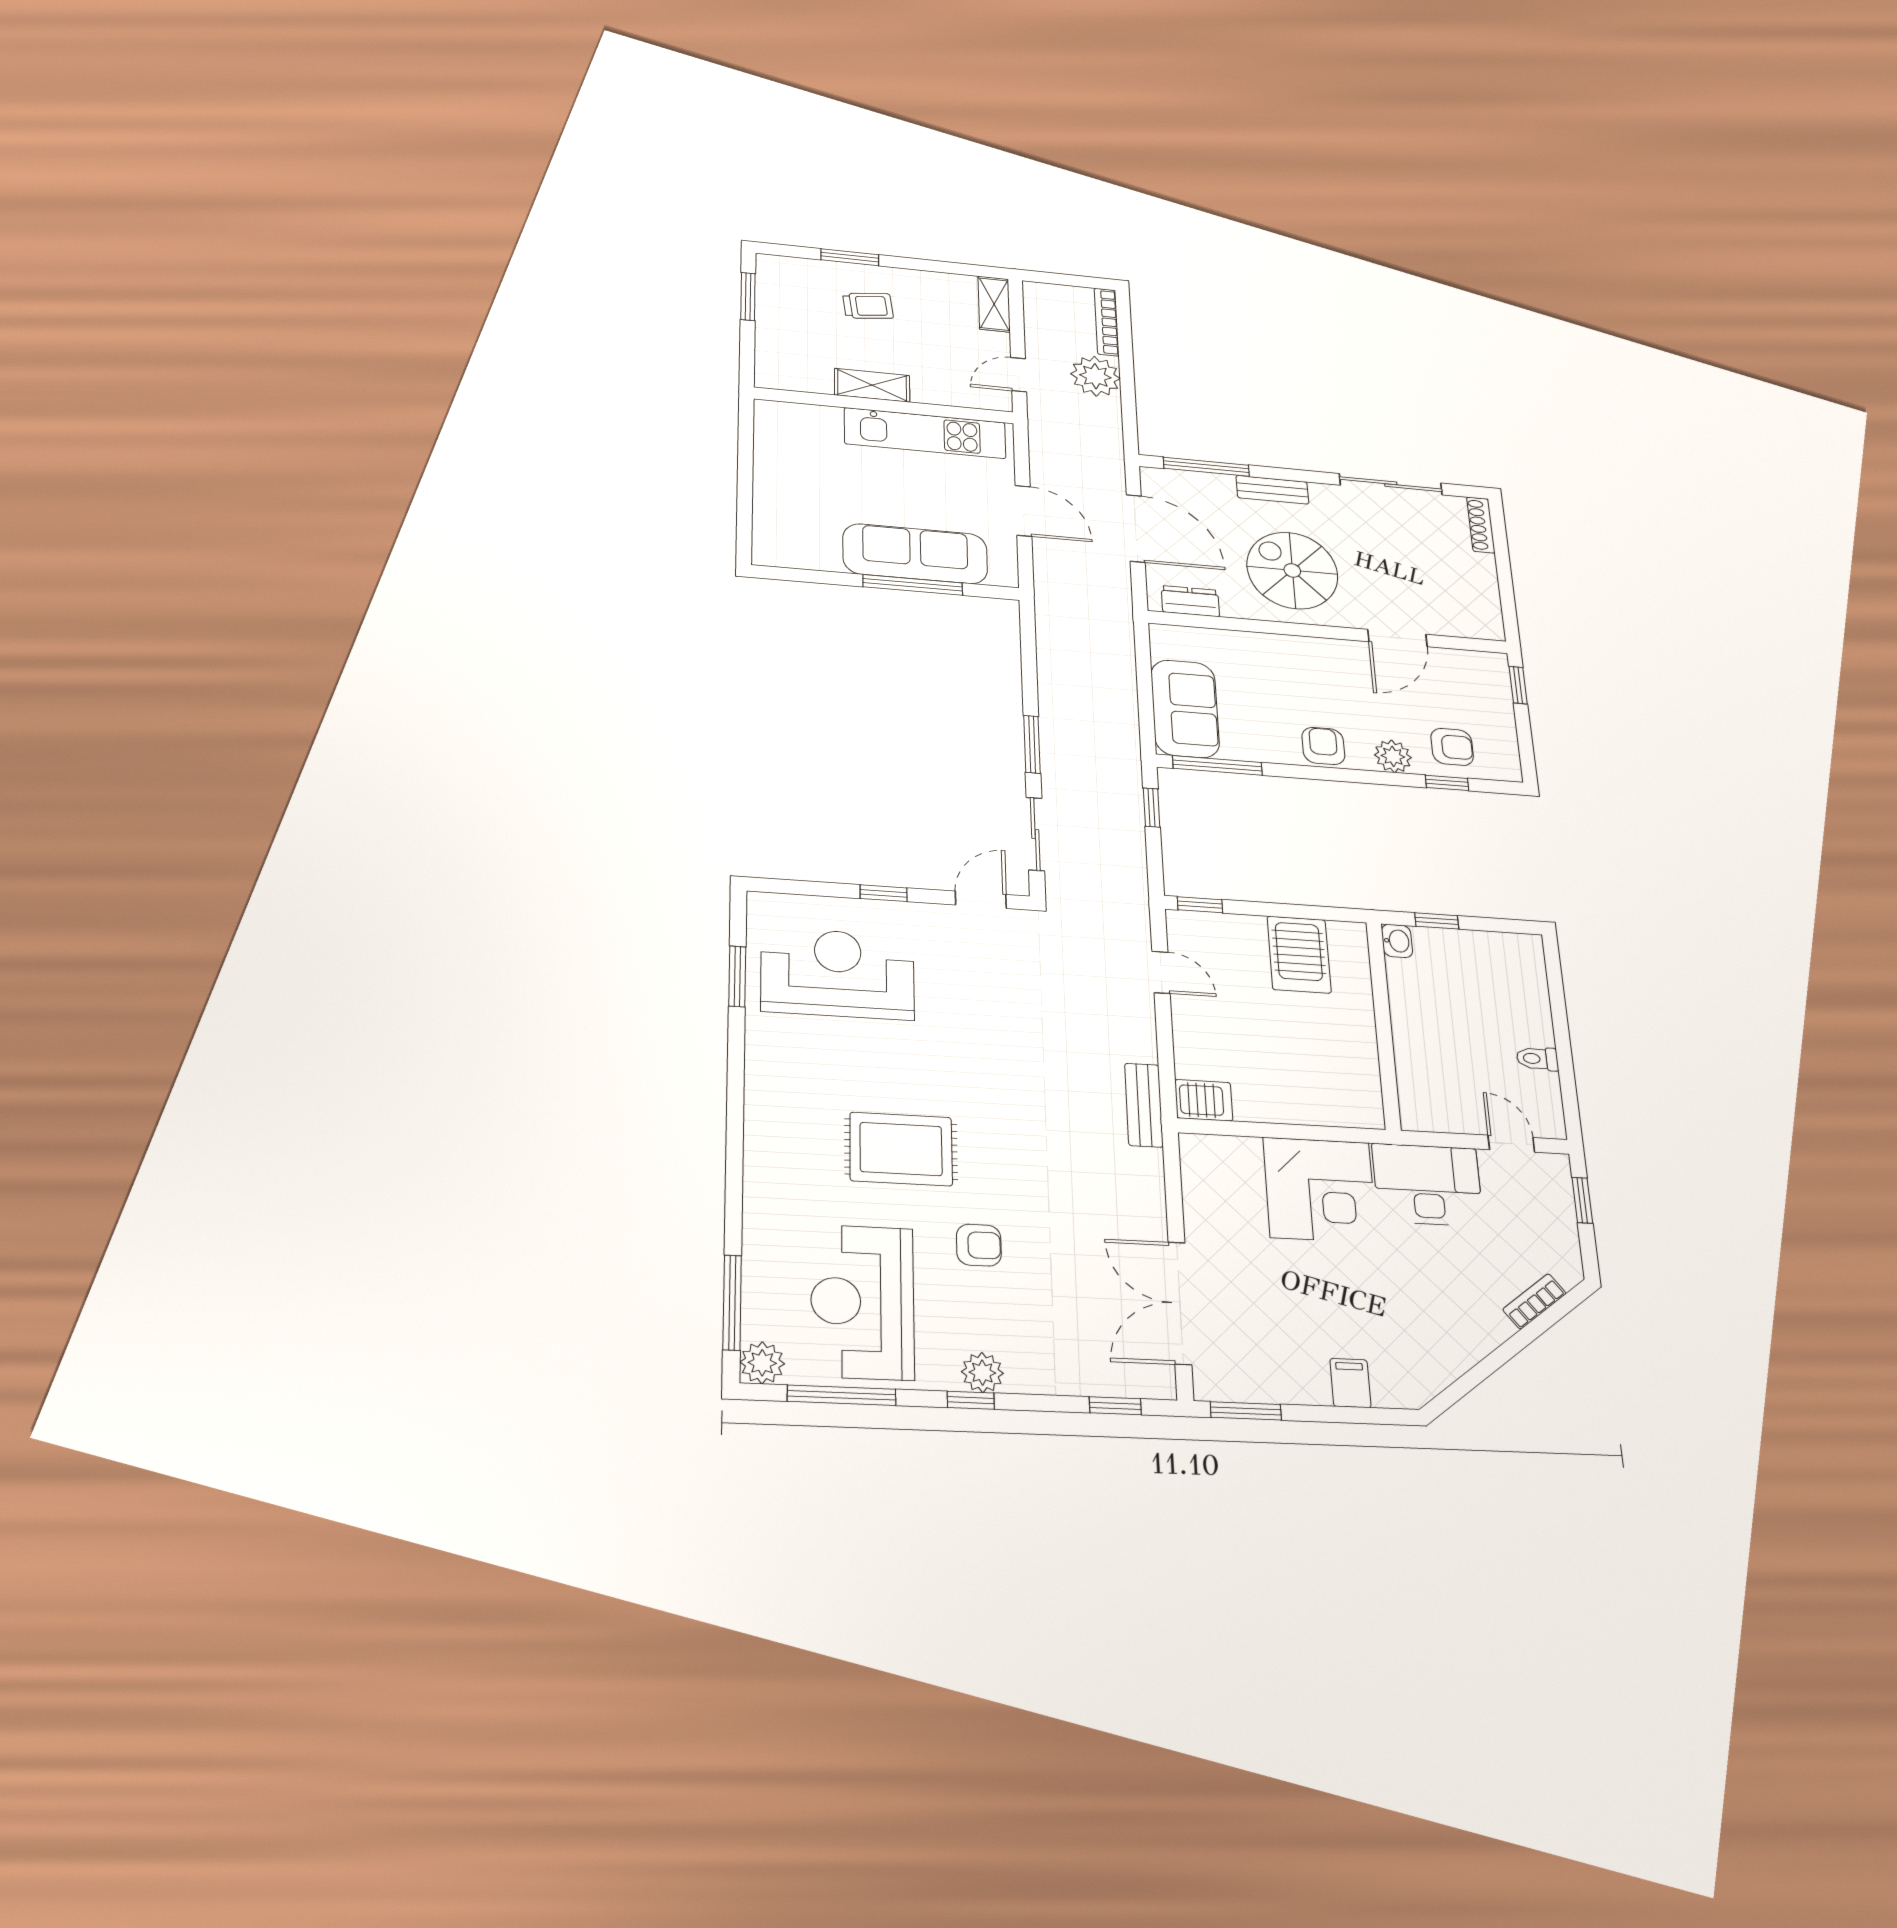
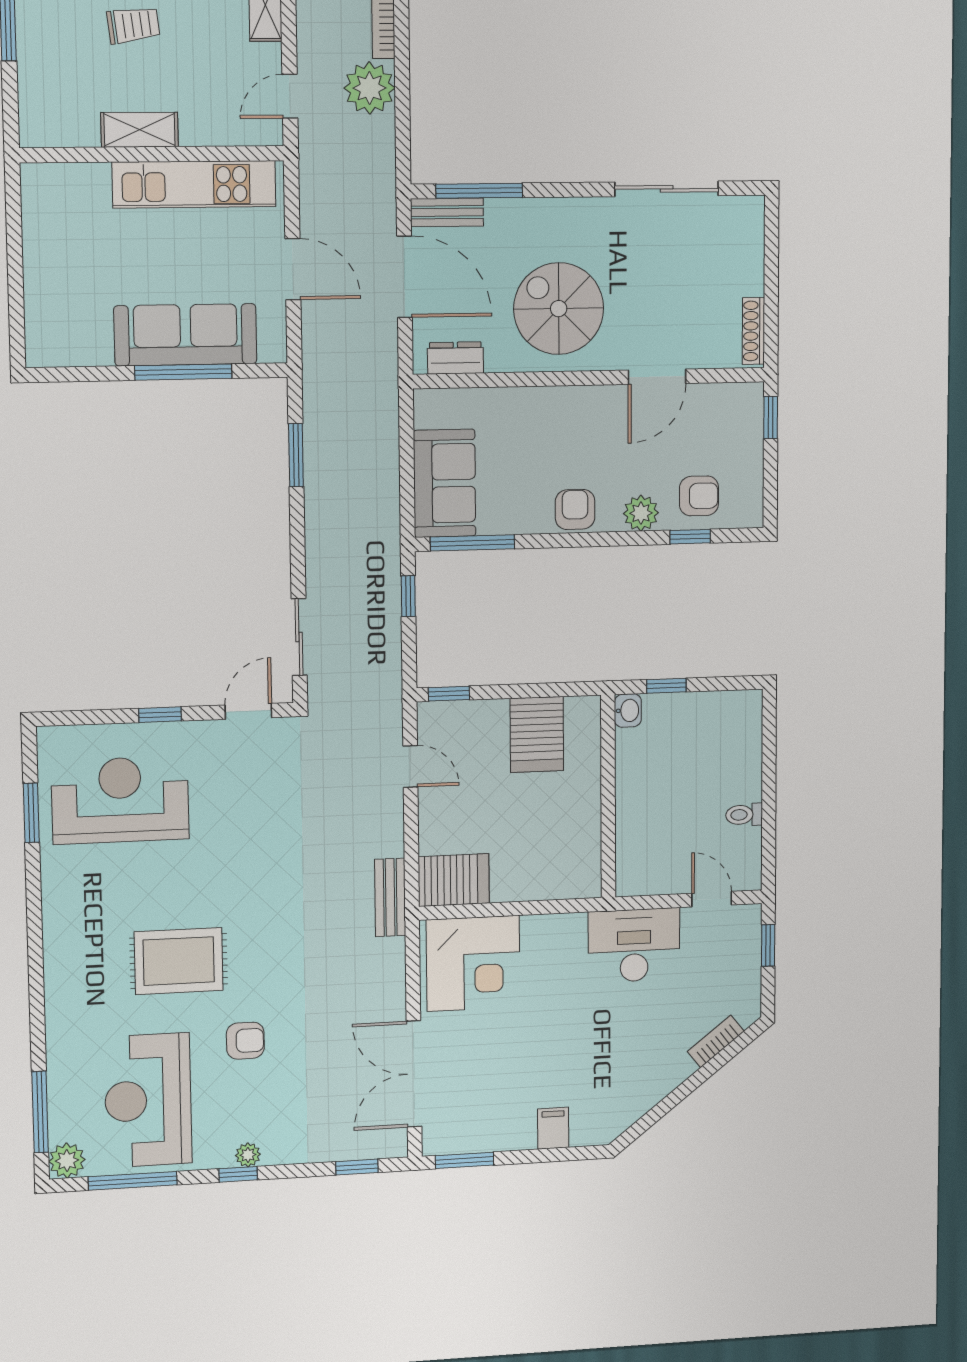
bench: (1272, 490) -> (447, 212), moved
shoe rack: (1481, 525) -> (753, 331), moved
window: (1032, 744) -> (296, 455), moved
server rack: (1204, 1100) -> (454, 880), width x1.36, depth x1.44
corner desk: (1320, 1190) -> (473, 963), moved
plant: (982, 1373) -> (248, 1155), width x0.73, depth x0.73

